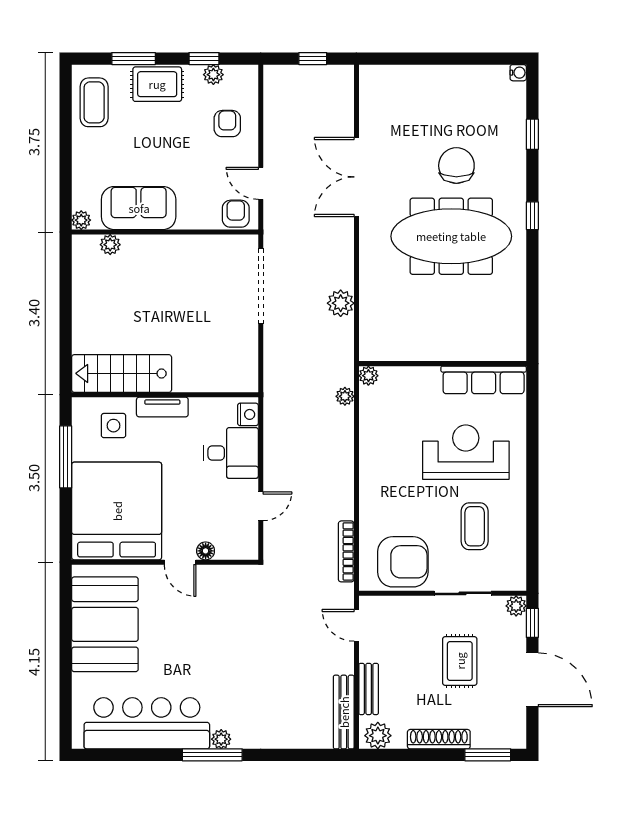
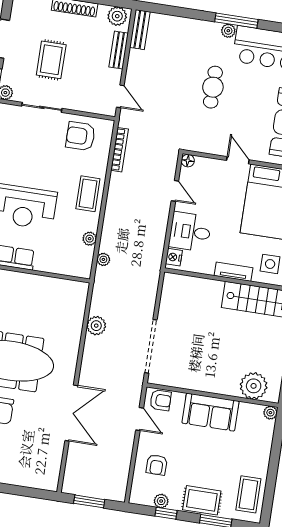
window: (313, 59) -> (89, 501), width x1.50
sofa: (139, 208) -> (210, 412), moved
armchair: (236, 214) -> (161, 400), turned -90
plant: (110, 245) -> (254, 386), width x1.88, depth x1.88
plant: (368, 376) -> (90, 239), moved
door: (261, 506) -> (175, 191), swing flipped
coffee table: (475, 526) -> (88, 194), moved
floor lamp: (206, 551) -> (188, 161), moved
armchair: (403, 562) -> (81, 136), width x0.73, depth x0.73
cafe table: (230, 658) -> (213, 87), added
bench: (344, 712) -> (140, 30), width x0.73

